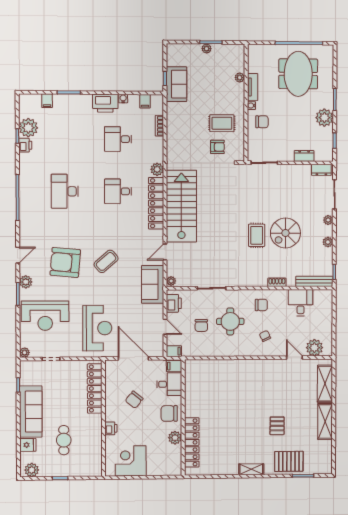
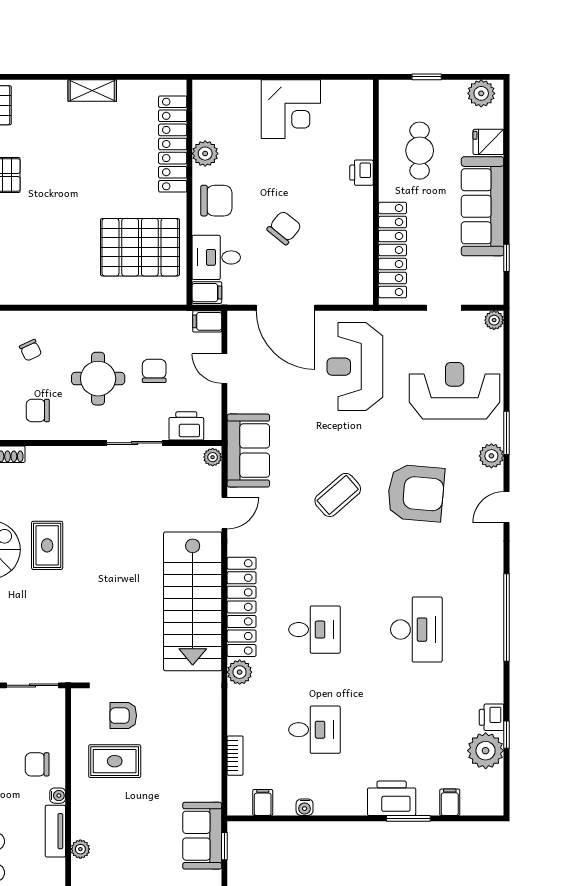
printer: (105, 103) -> (392, 798), moved
printer: (174, 303) -> (186, 426), moved, turned 90
locker: (95, 388) -> (393, 250), moved
pallet: (209, 389) -> (140, 247), added
wall: (103, 418) -> (376, 192), moved
printer: (111, 428) -> (362, 173), moved
shelving: (251, 469) -> (92, 91), moved

